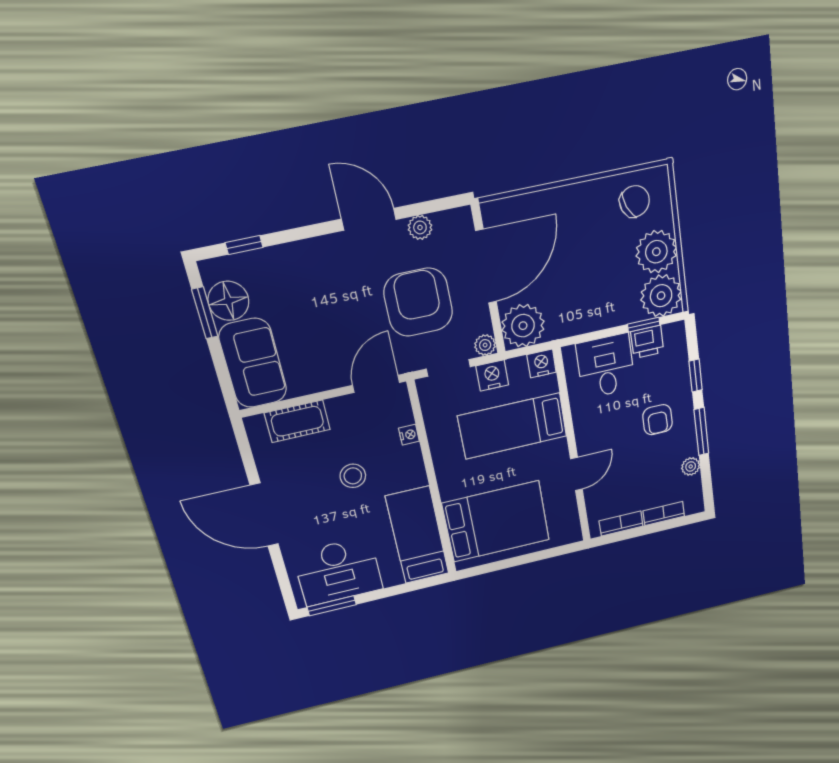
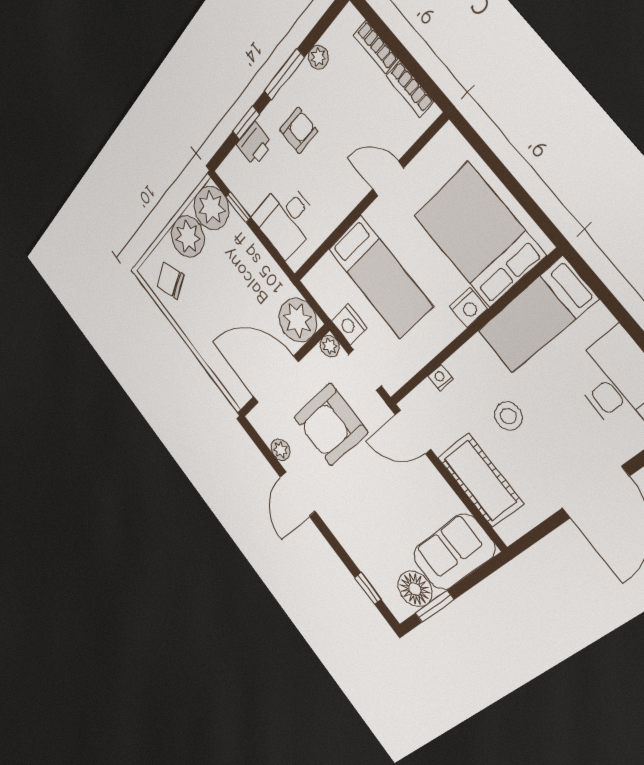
printer: (647, 342) -> (254, 144), moved, turned 90
nightstand: (541, 363) -> (469, 308), moved, turned -90
cot: (297, 421) -> (480, 480), width x1.37, depth x1.34

